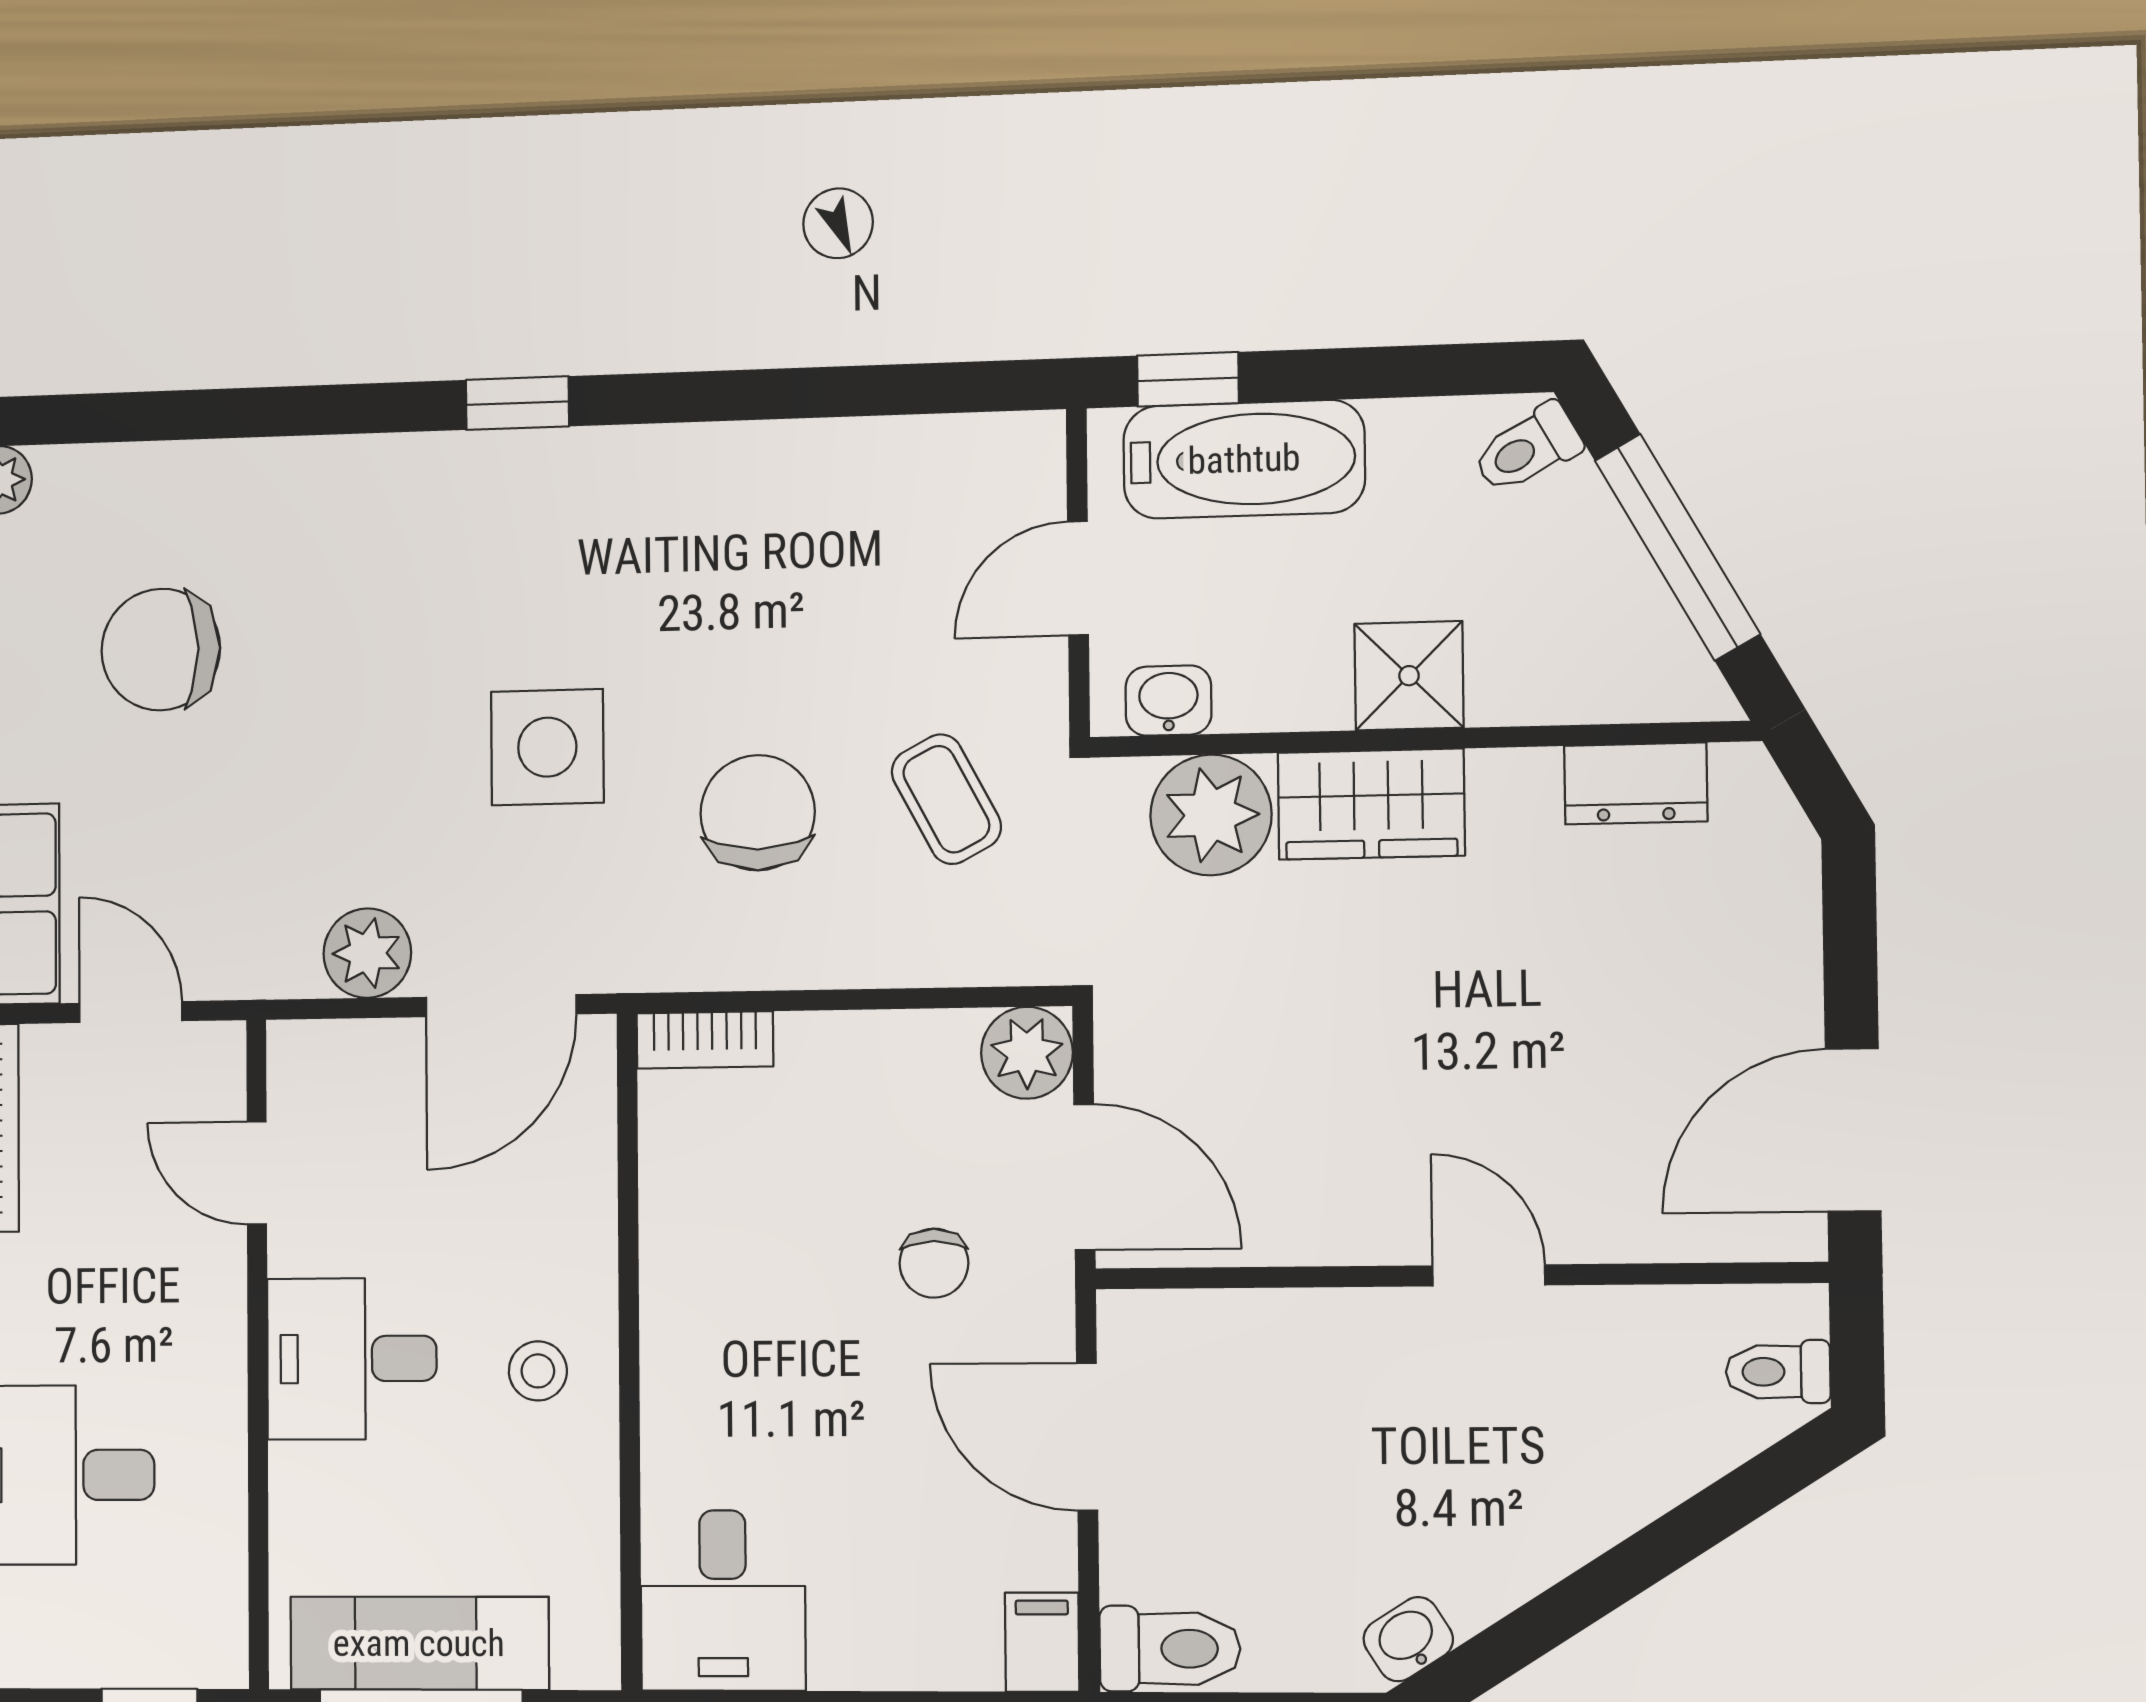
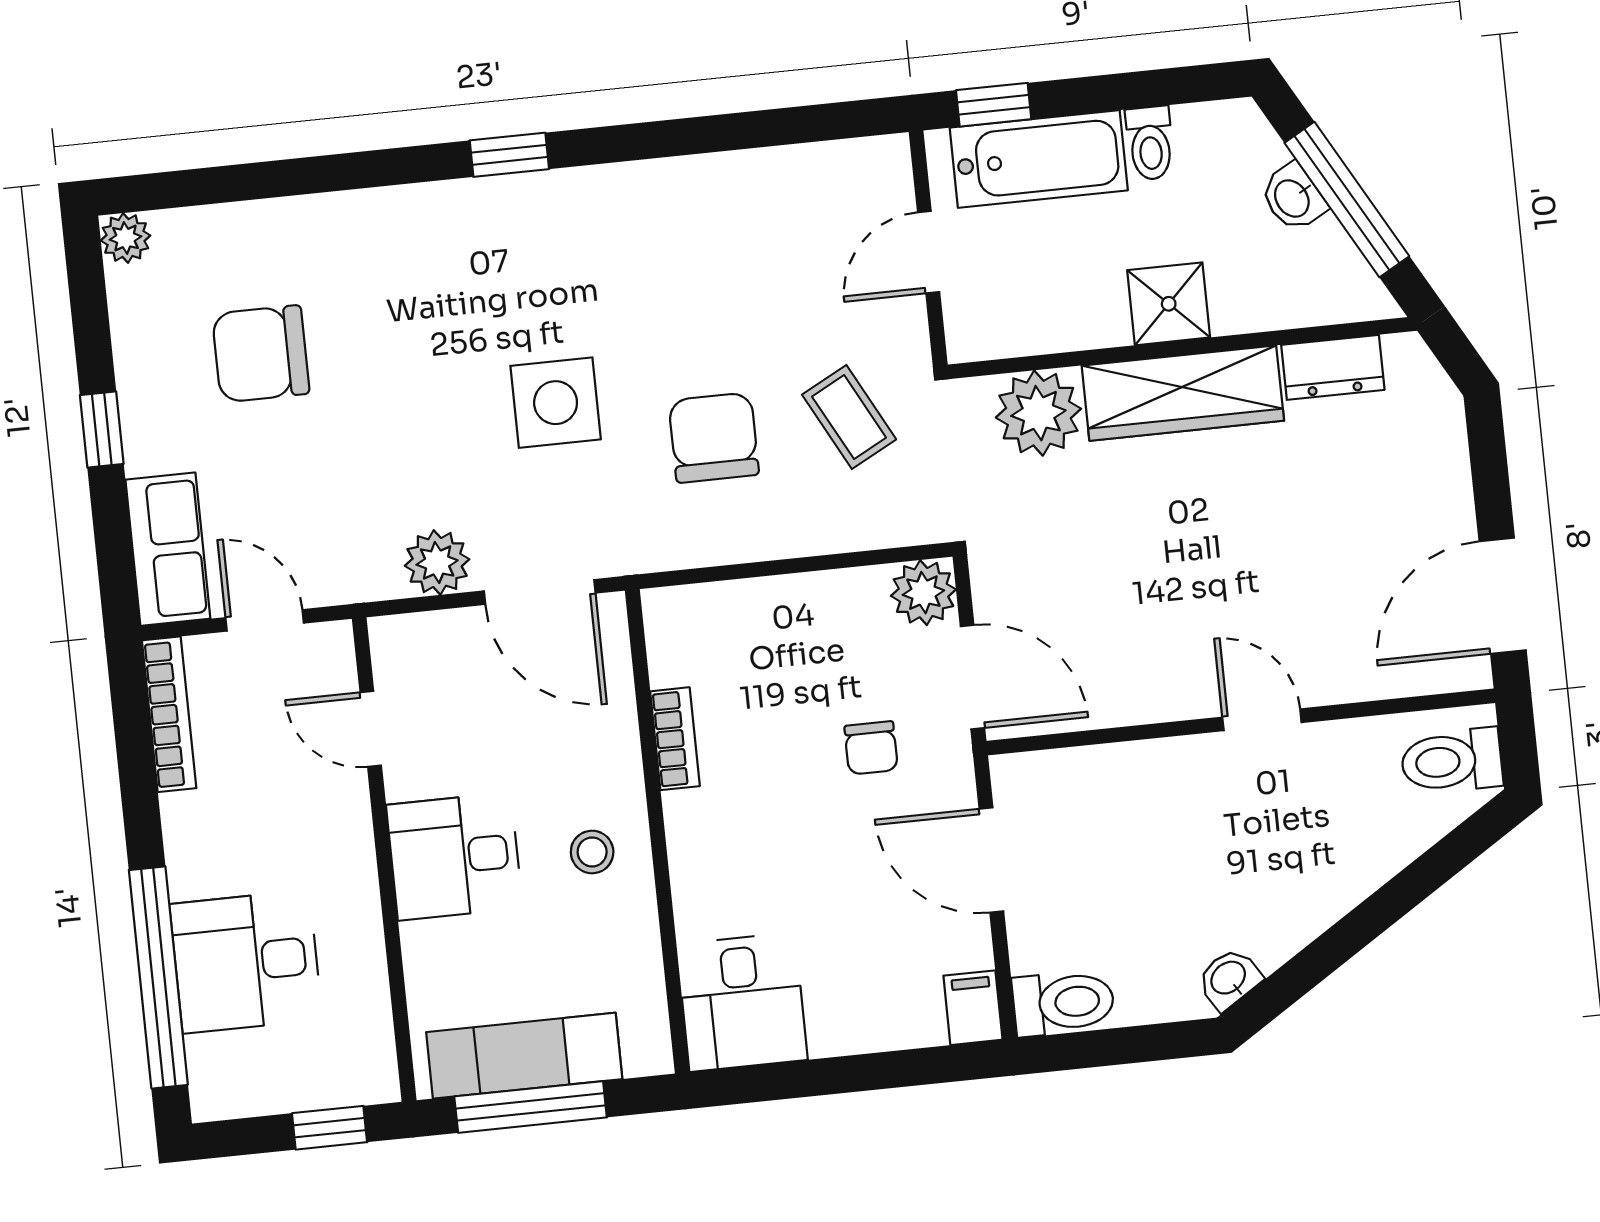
toilet: (1527, 449) -> (1150, 143), moved, turned -61
washbasin: (1168, 701) -> (1293, 198), moved, turned -119
wardrobe: (1371, 804) -> (1183, 393), width x1.50
door: (501, 1006) -> (540, 592), hinge flipped
bookcase: (705, 1040) -> (675, 739), moved, turned -90
toilet: (1778, 1372) -> (1452, 761), width x1.37, depth x1.39

